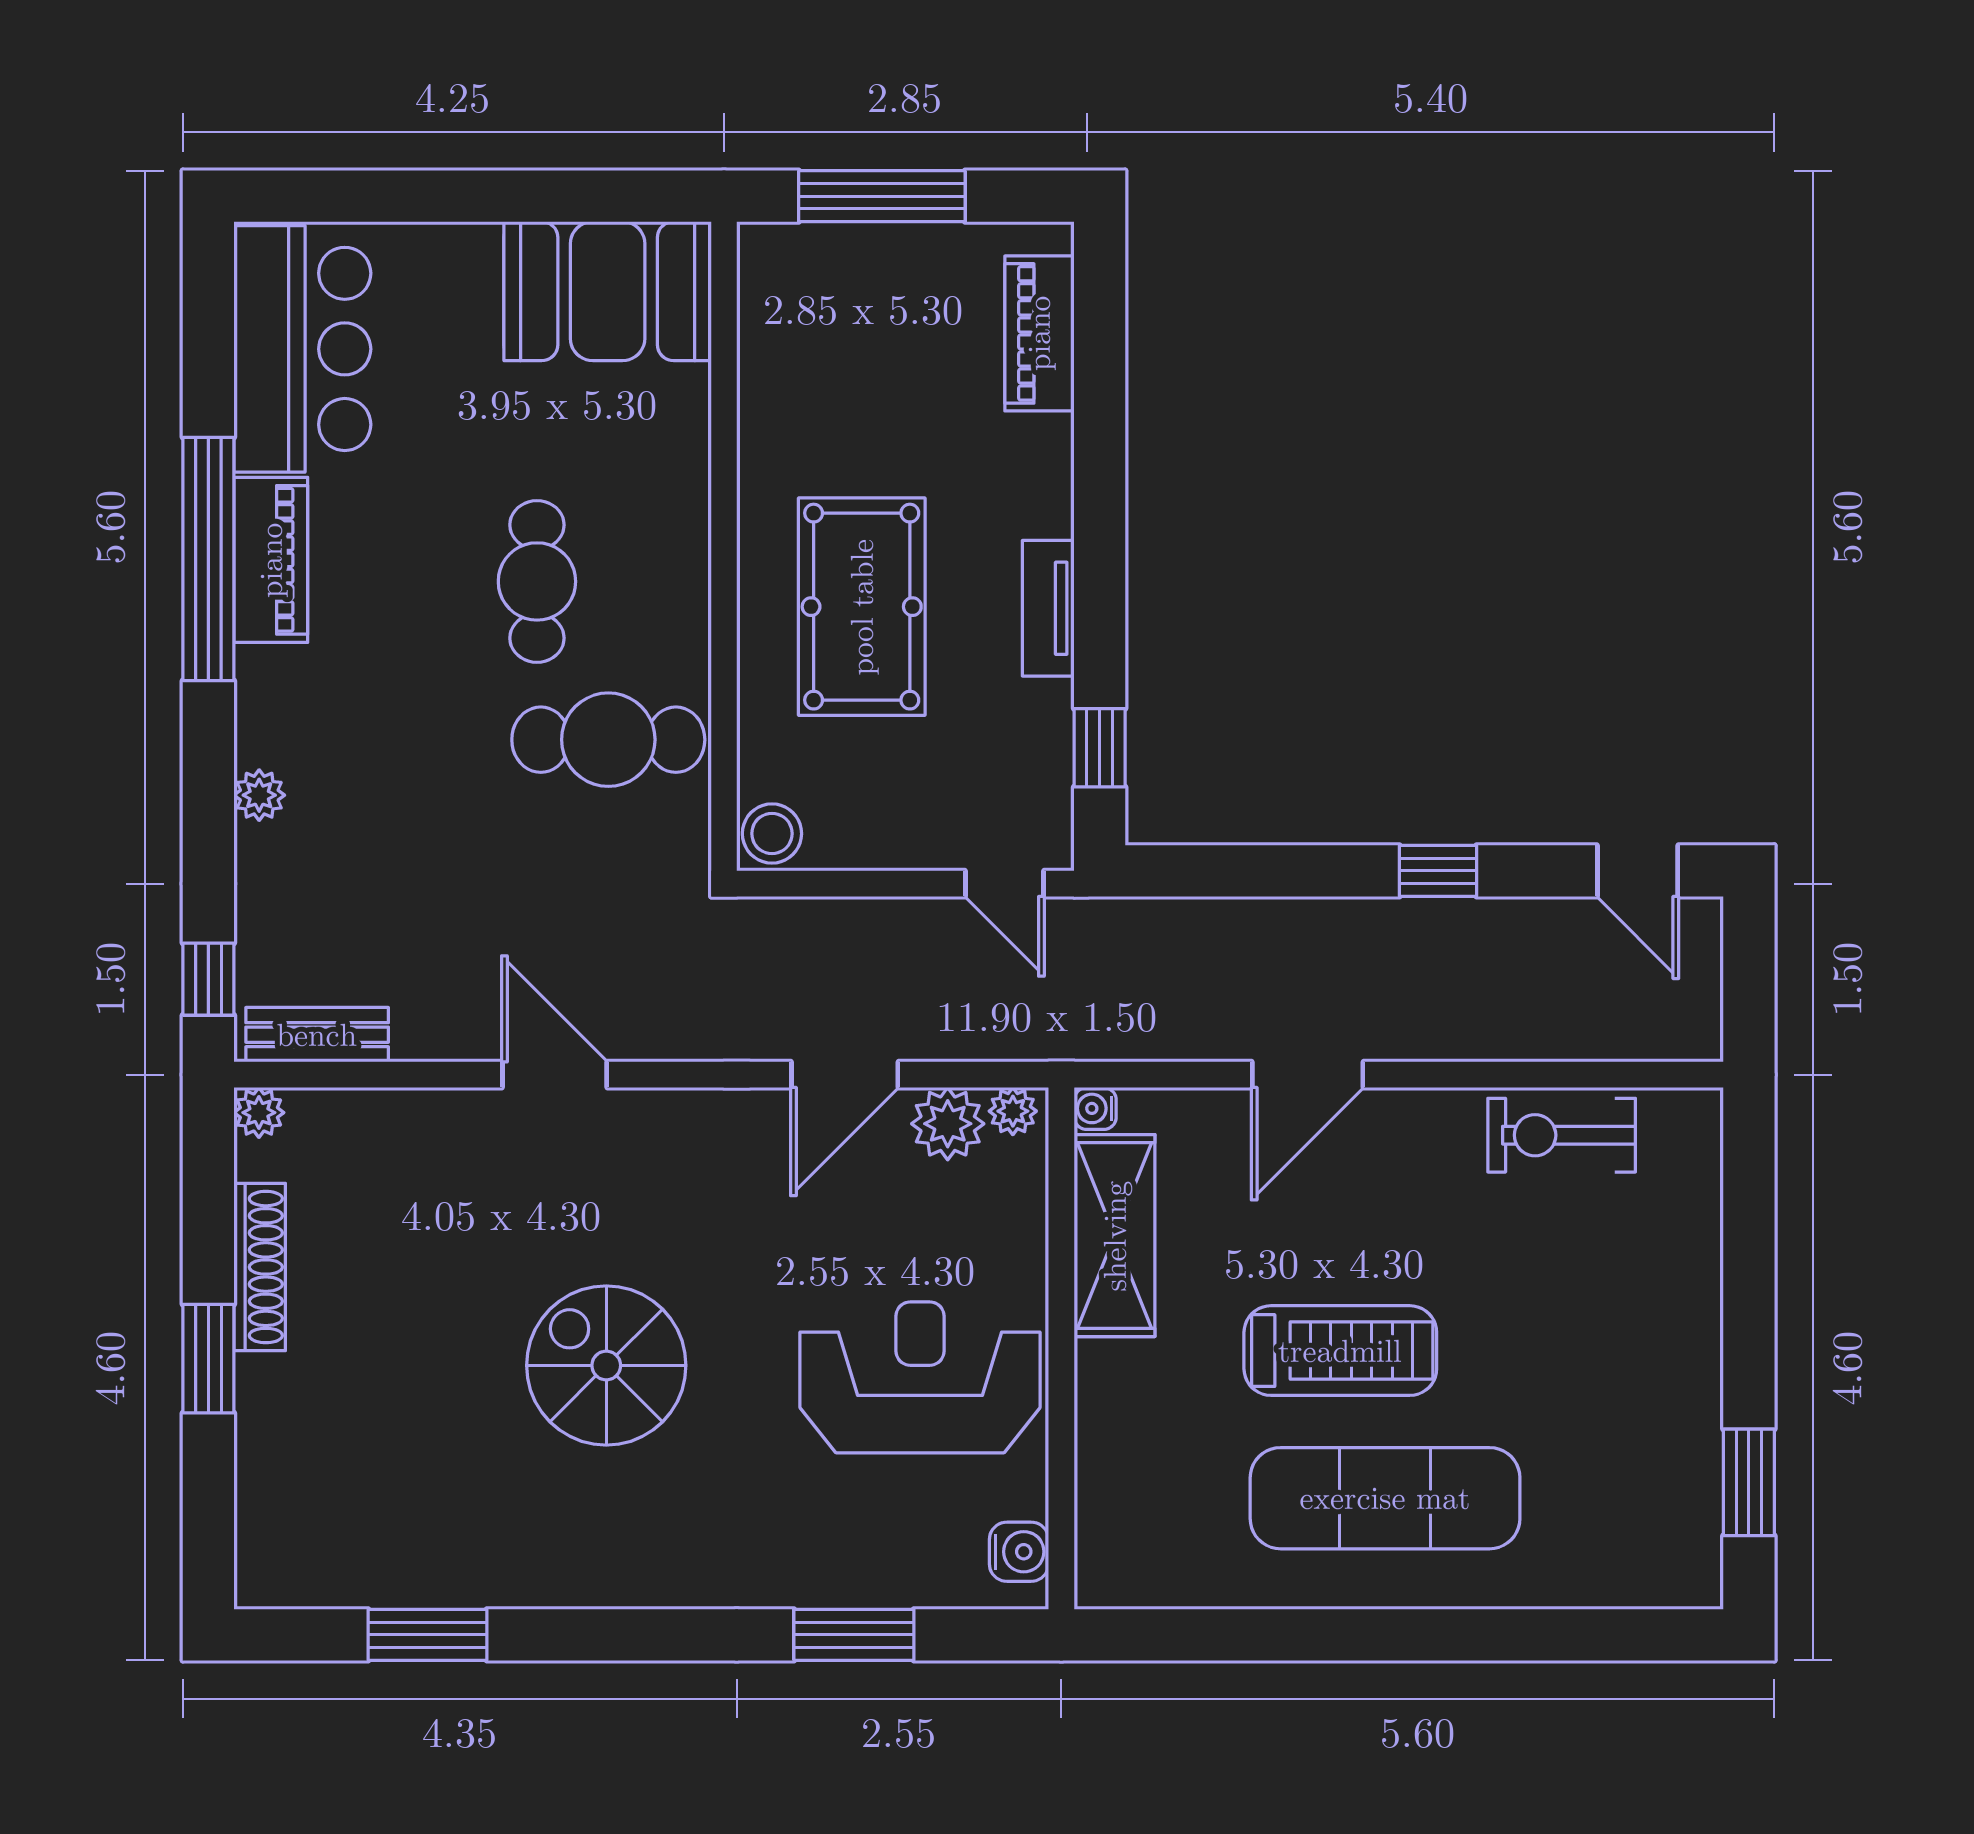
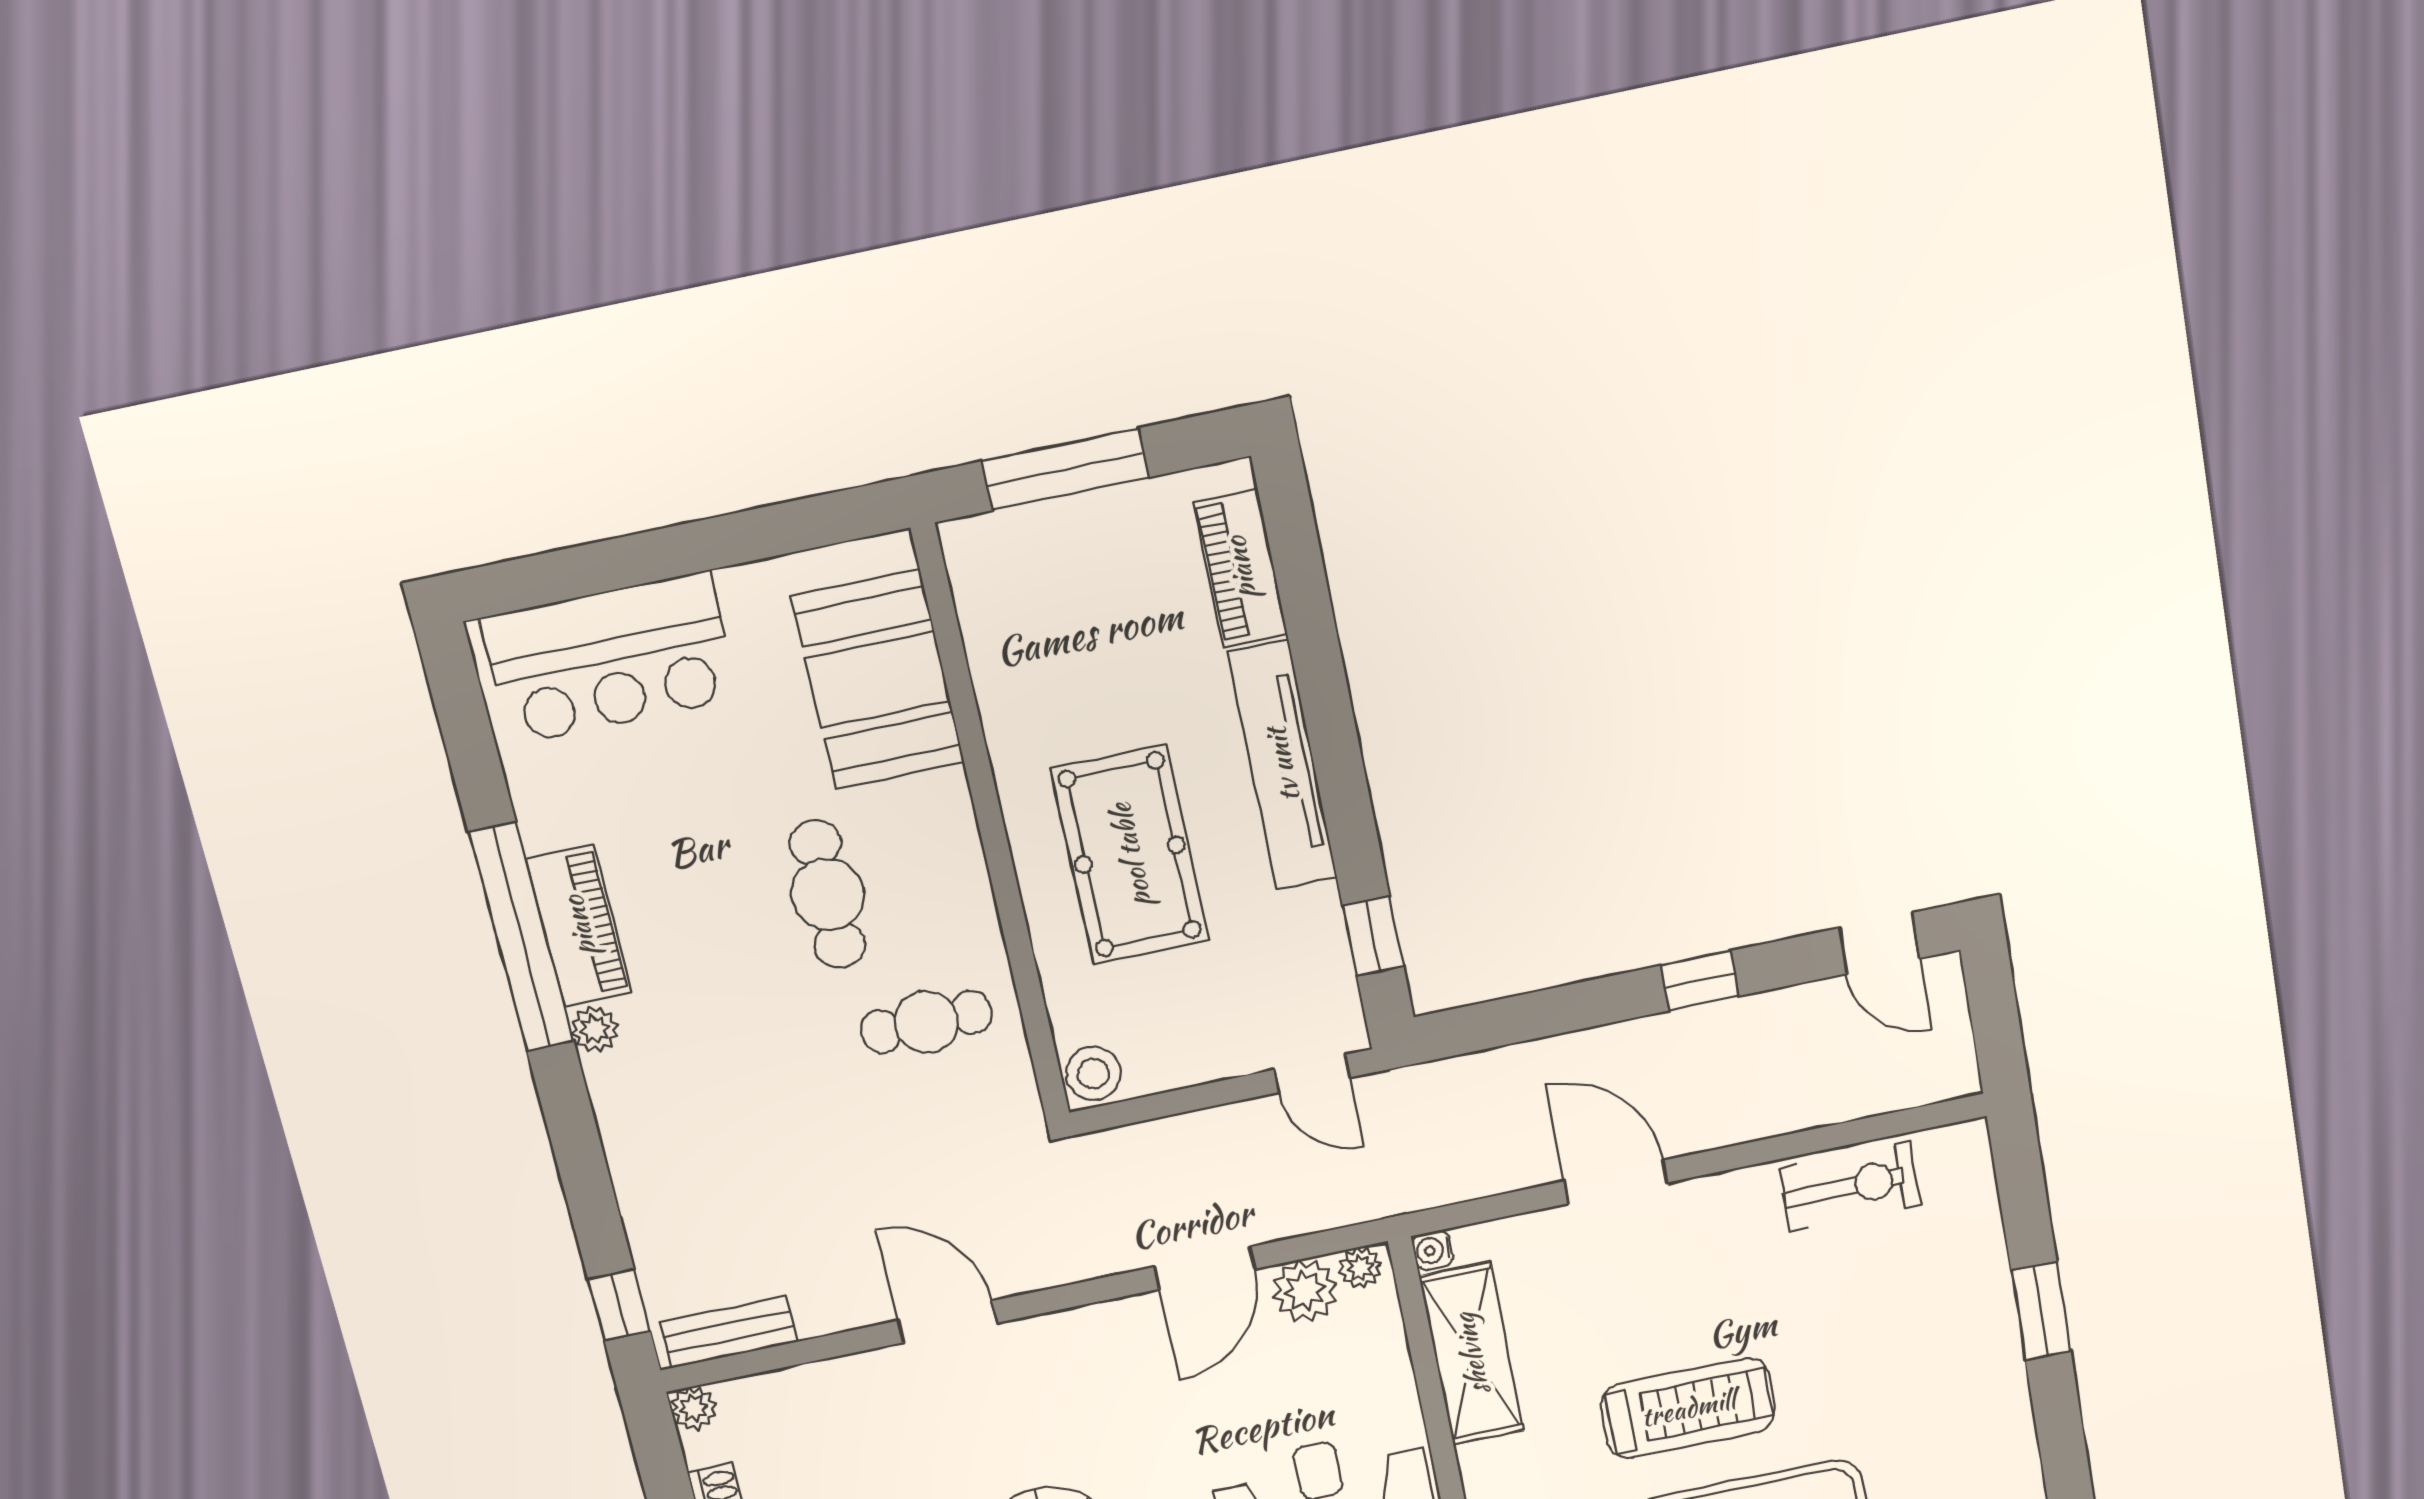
booth: (608, 291) -> (878, 680), moved, turned 90
bar counter: (302, 349) -> (610, 658), moved, turned 90
tv unit: (1048, 608) -> (1282, 765), width x1.92, depth x1.29
cafe table: (608, 740) -> (926, 1022), width x0.73, depth x0.74
plant: (259, 795) -> (595, 1029), moved
door: (1308, 1075) -> (1615, 1182), swing flipped
exercise bike: (1562, 1135) -> (1850, 1187), turned 180
window: (1749, 1482) -> (2041, 1311), moved

